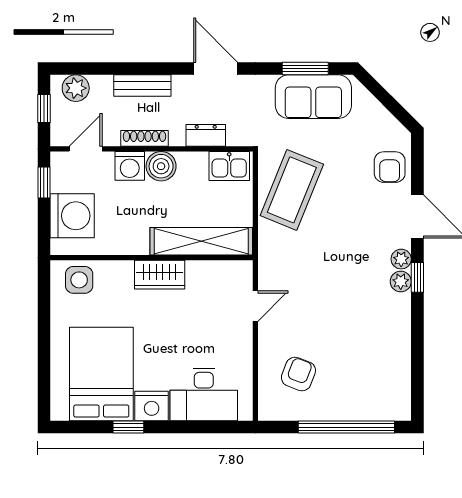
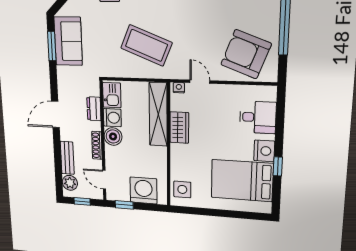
door: (216, 68) -> (55, 114), moved
bench: (142, 86) -> (67, 158), moved
washing machine: (130, 166) -> (112, 118), moved
coffee table: (292, 190) -> (146, 45), moved
nightstand: (245, 274) -> (179, 88), added
wardrobe: (160, 275) -> (179, 128), moved
armchair: (298, 374) -> (246, 54), width x1.88, depth x1.88
desk: (204, 394) -> (258, 117), width x0.73

